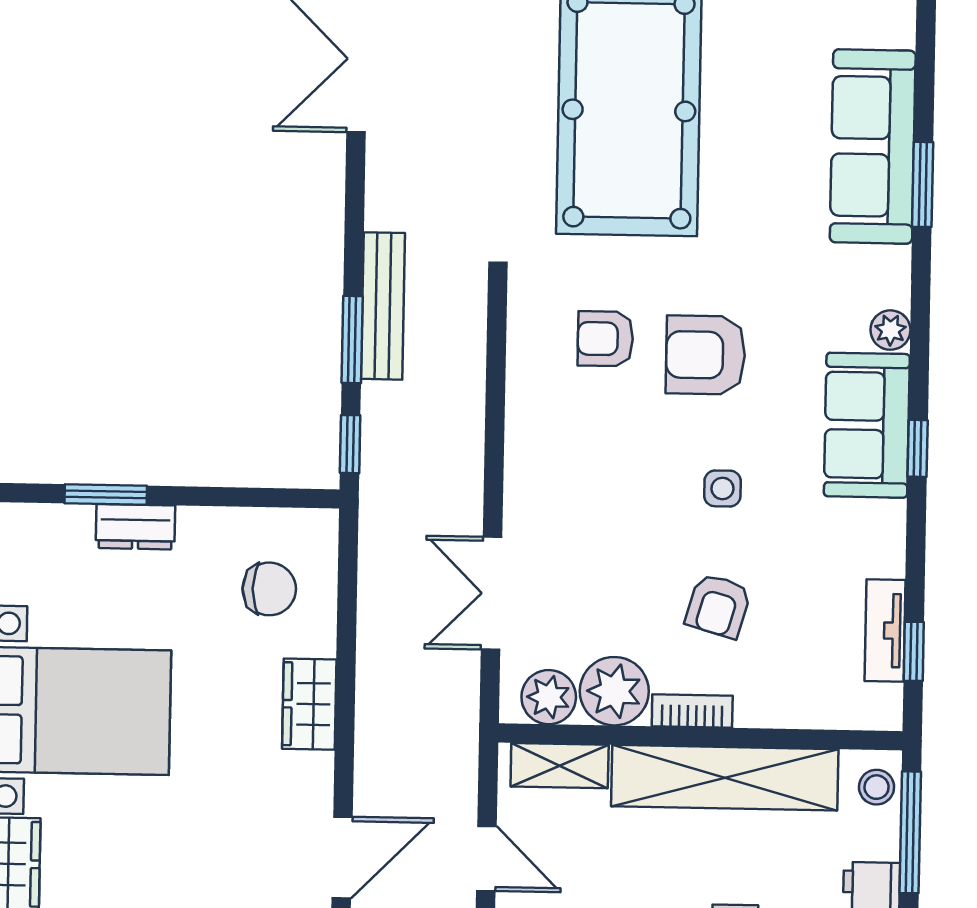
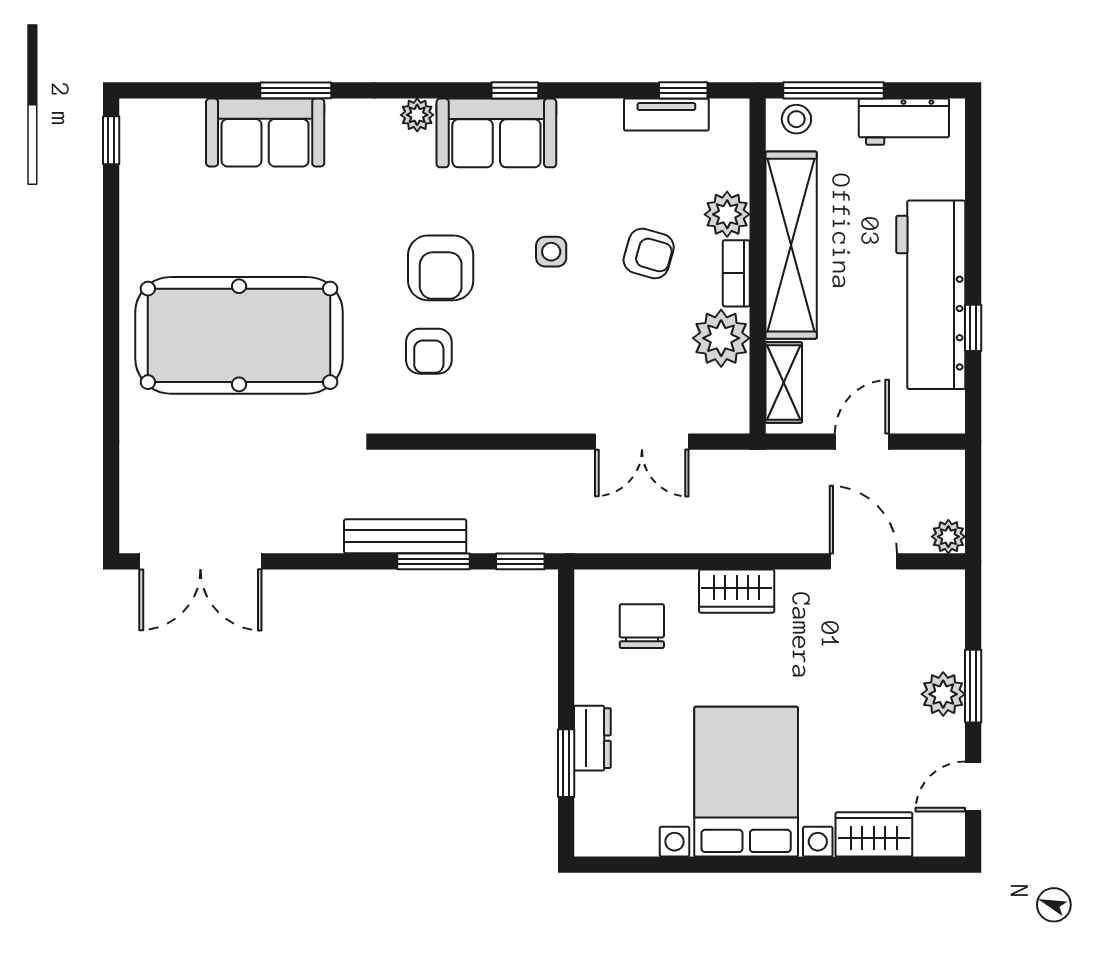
sofa: (873, 146) -> (265, 133), width x0.73
plant: (549, 697) -> (727, 214), moved

